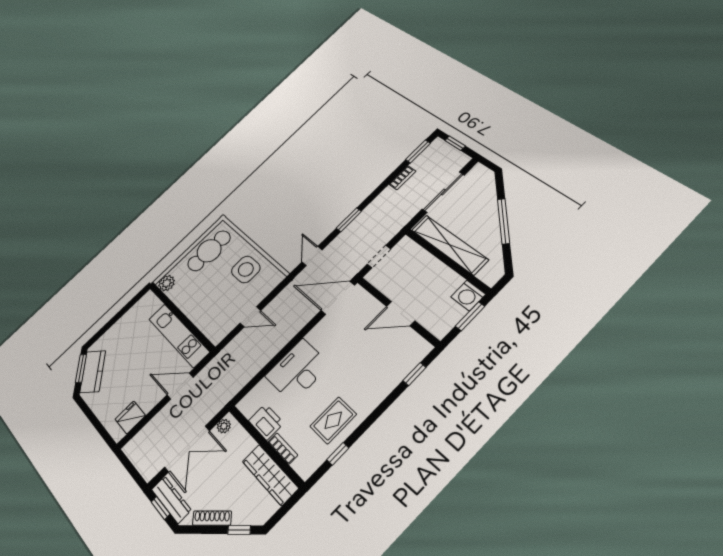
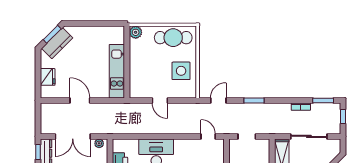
door: (338, 298) -> (208, 136), width x0.53
door: (180, 386) -> (80, 100), moved
fridge: (130, 417) -> (48, 77), moved, turned 90

